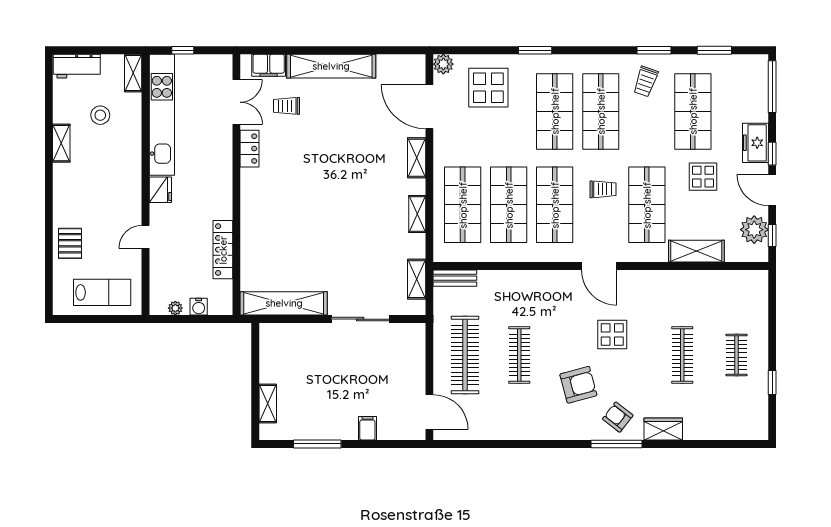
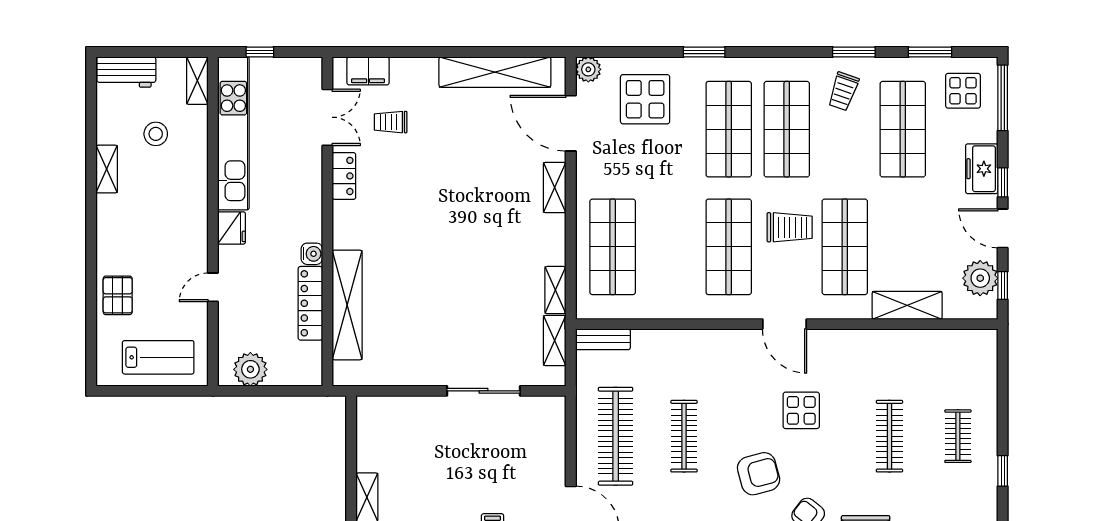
shelving: (331, 66) -> (495, 72), moved
display table: (703, 177) -> (963, 91), moved
trolley: (603, 189) -> (790, 227), width x1.36, depth x1.39
shop shelf: (509, 205) -> (671, 247), removed
shelving: (417, 214) -> (555, 290), moved
shelving: (284, 303) -> (347, 305), moved, turned 90
water cooler: (199, 307) -> (312, 254), moved, turned -90
plant: (175, 308) -> (250, 369), width x1.88, depth x1.88

